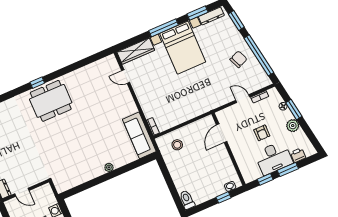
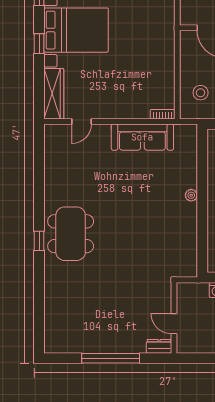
window: (164, 28) -> (39, 44), width x0.46
sofa: (139, 135) -> (142, 137), moved
door: (22, 192) -> (174, 324), swing flipped

